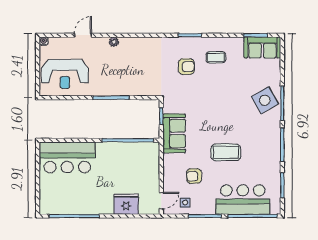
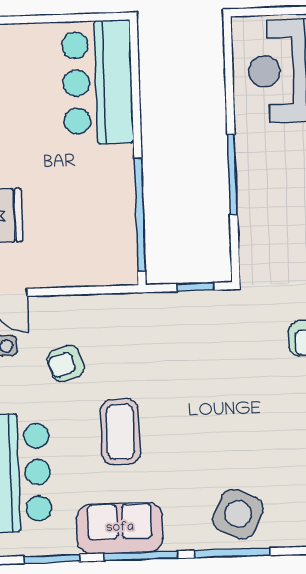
side table: (265, 100) -> (238, 514), turned -35
sofa: (174, 133) -> (120, 528), moved, turned 180
armchair: (194, 176) -> (66, 363), turned -107

